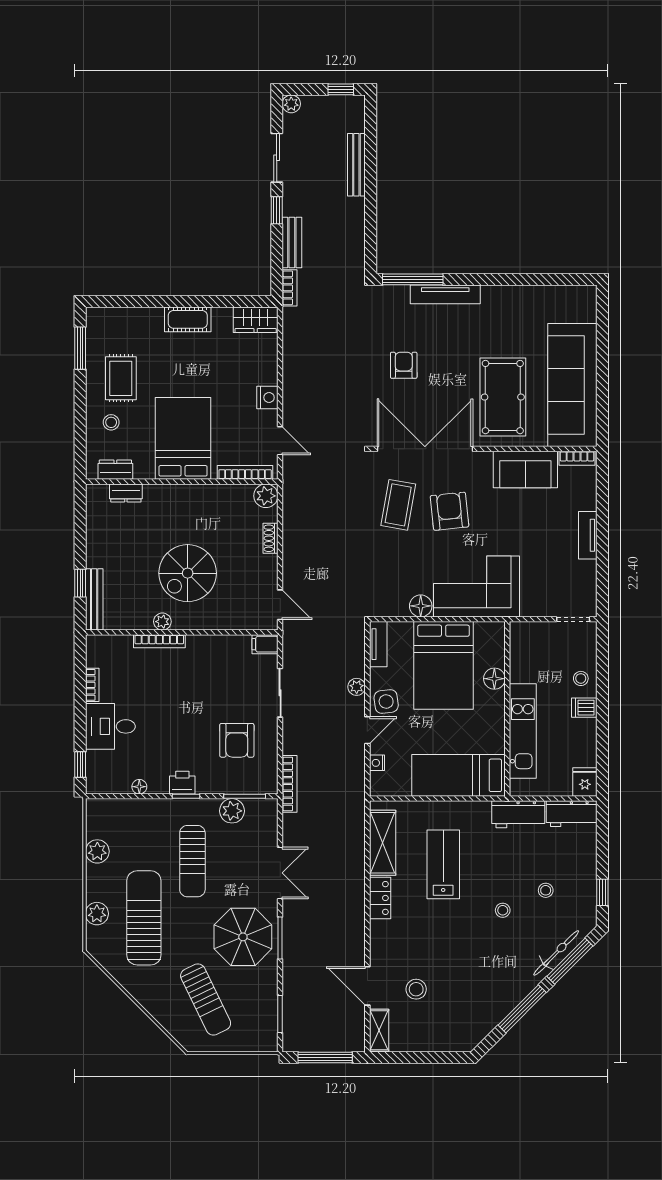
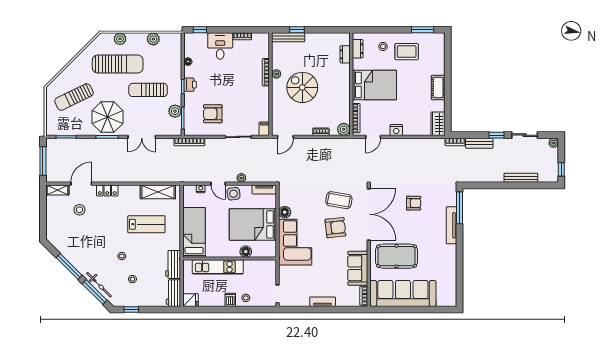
locker: (380, 898) -> (107, 190), moved

